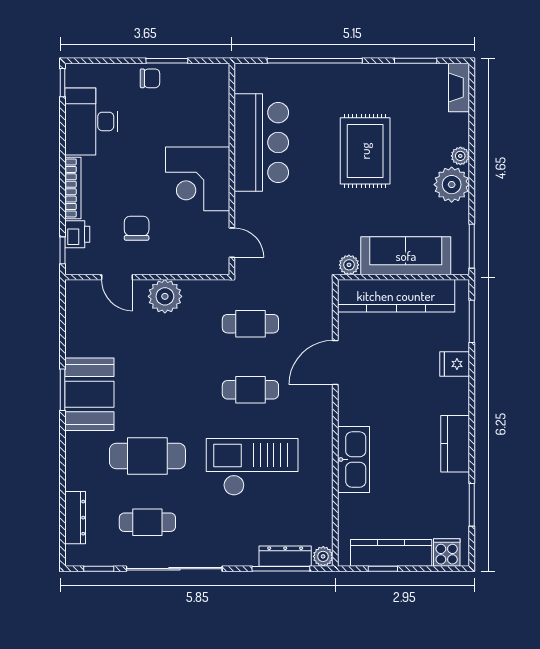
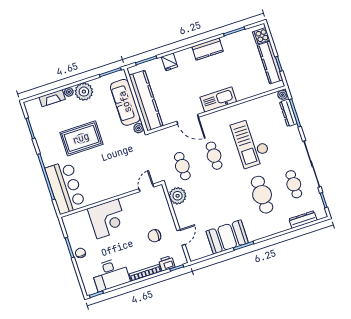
fireplace: (459, 87) -> (52, 98), moved
bar counter: (261, 143) -> (65, 187), moved, turned 90
corner desk: (198, 179) -> (107, 219), moved
plant: (165, 296) -> (178, 196), moved
booth: (89, 394) -> (227, 237), moved
kitchen sink: (354, 460) -> (218, 100), moved

